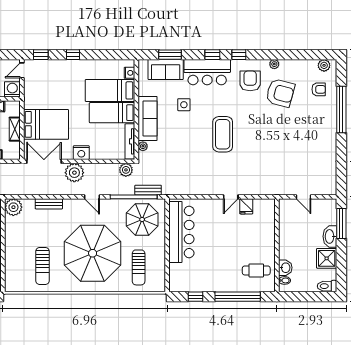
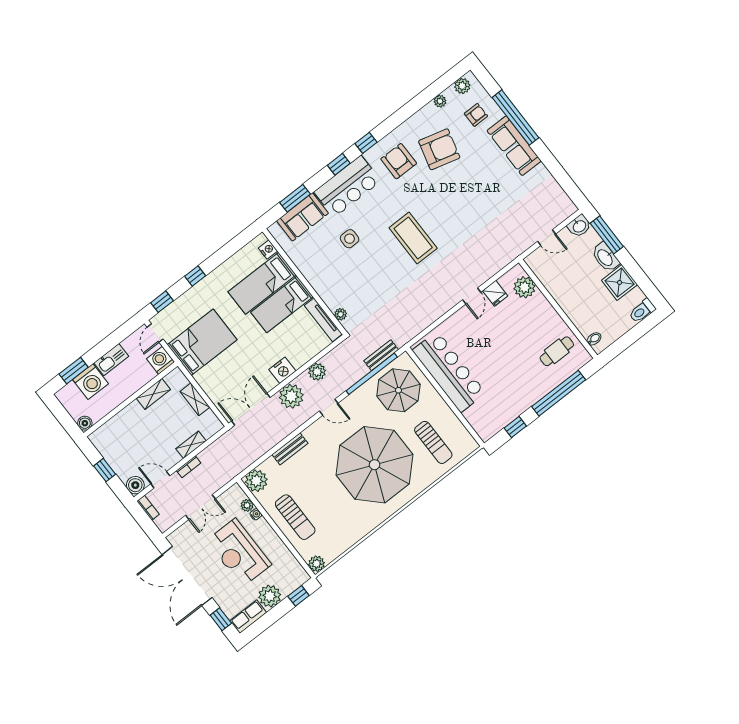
plant: (274, 64) -> (440, 101), moved
sofa: (148, 118) -> (514, 146), moved, turned 180
bed: (46, 124) -> (202, 342), moved
plant: (126, 170) -> (317, 372), moved
plant: (267, 216) -> (524, 287), added
sun lounger: (42, 266) -> (295, 517), moved
washbasin: (285, 268) -> (579, 226), moved, turned 90
plant: (11, 286) -> (317, 564), added

